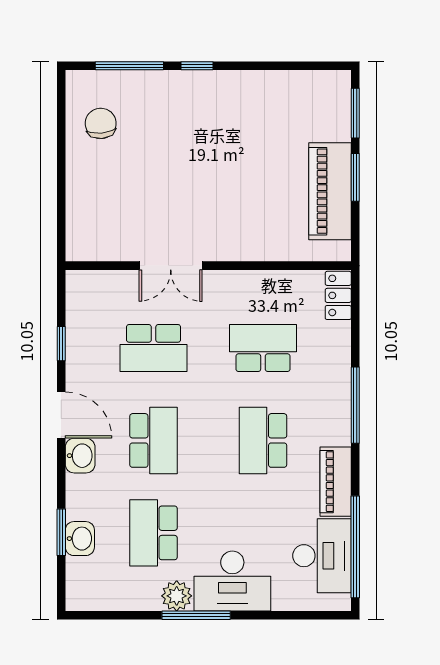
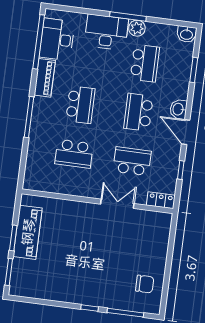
chair: (101, 123) -> (145, 284), turned -85
locker: (338, 295) -> (161, 200), moved, turned -90
washbasin: (80, 539) -> (187, 34), moved, turned -90

